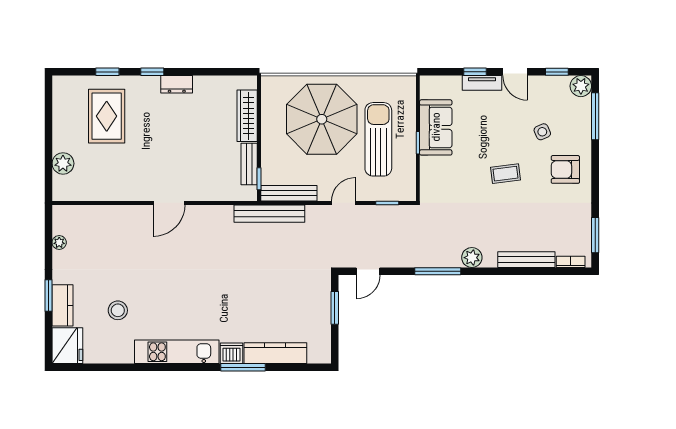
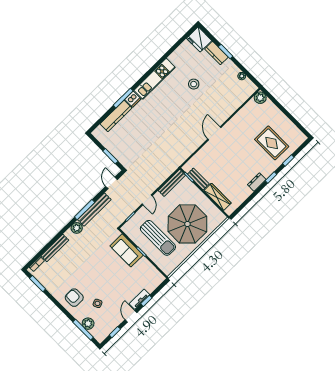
door: (515, 72) -> (131, 316), hinge flipped
plant: (581, 86) -> (88, 324), moved
sofa: (436, 127) -> (127, 250), moved
plant: (63, 163) -> (260, 98), moved
armchair: (565, 169) -> (74, 298), turned -90
coffee table: (505, 174) -> (96, 273), removed
bench: (269, 214) -> (94, 210), moved
stool: (118, 310) -> (194, 84), moved

